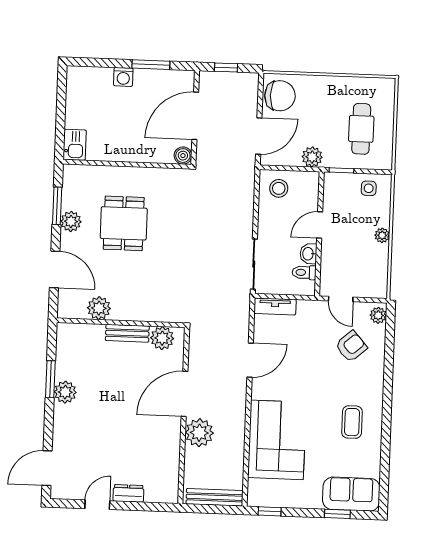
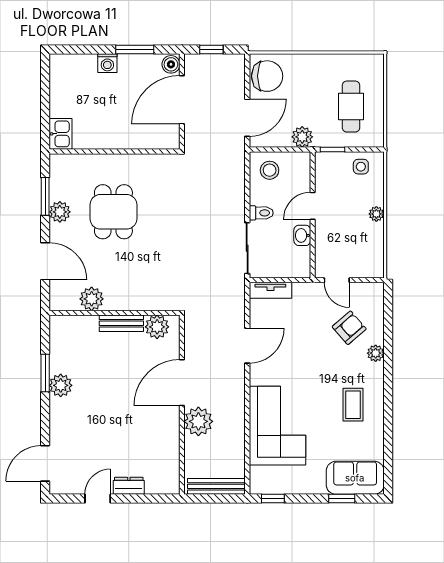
boiler: (183, 156) -> (171, 64), moved
toilet: (304, 272) -> (261, 213), moved, turned 180
plant: (378, 315) -> (376, 353), moved

